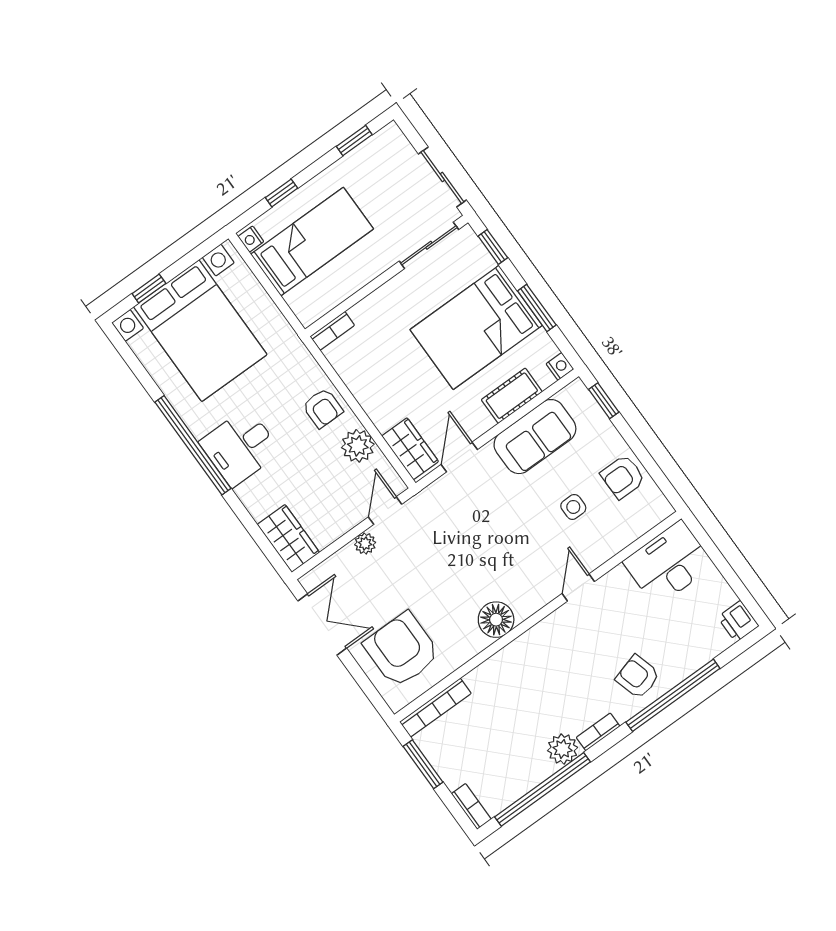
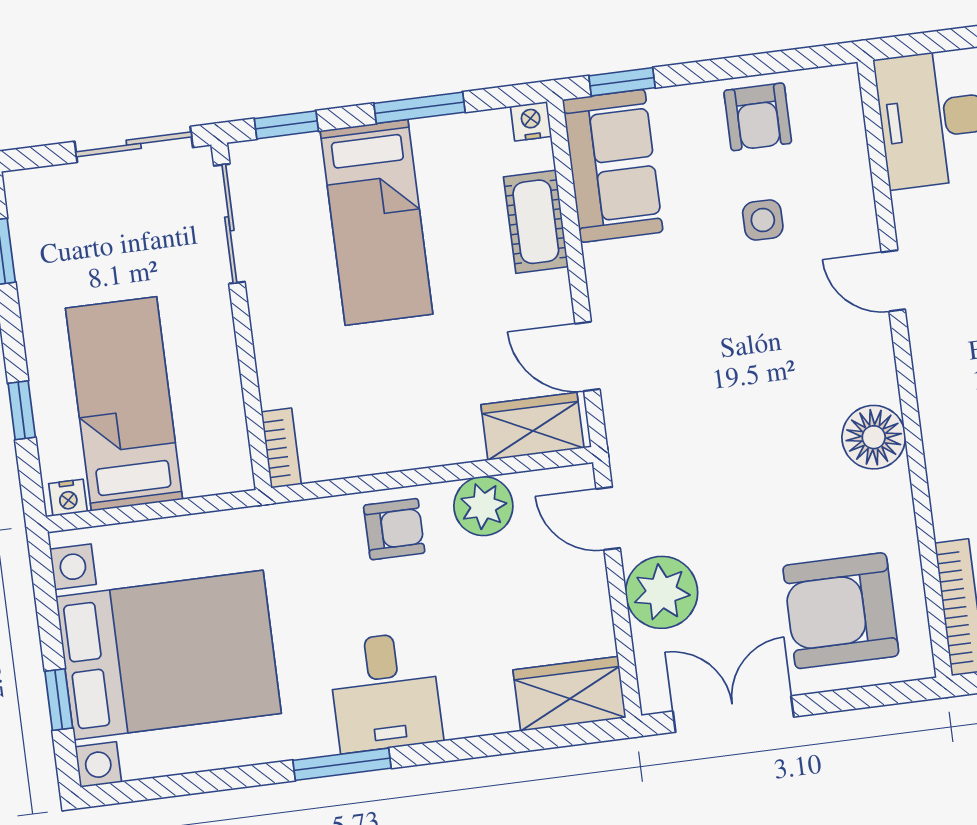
bed: (476, 327) -> (377, 222), width x0.67
sofa: (535, 437) -> (613, 166), moved
window: (193, 445) -> (342, 764), width x0.47
plant: (365, 544) -> (662, 592), width x1.88, depth x1.88

